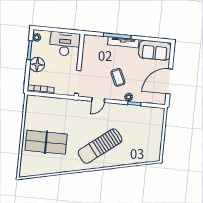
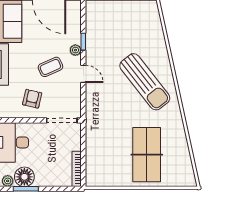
armchair: (96, 62) -> (32, 99), added
floor lamp: (37, 65) -> (24, 177), moved
door: (98, 100) -> (83, 74), moved

